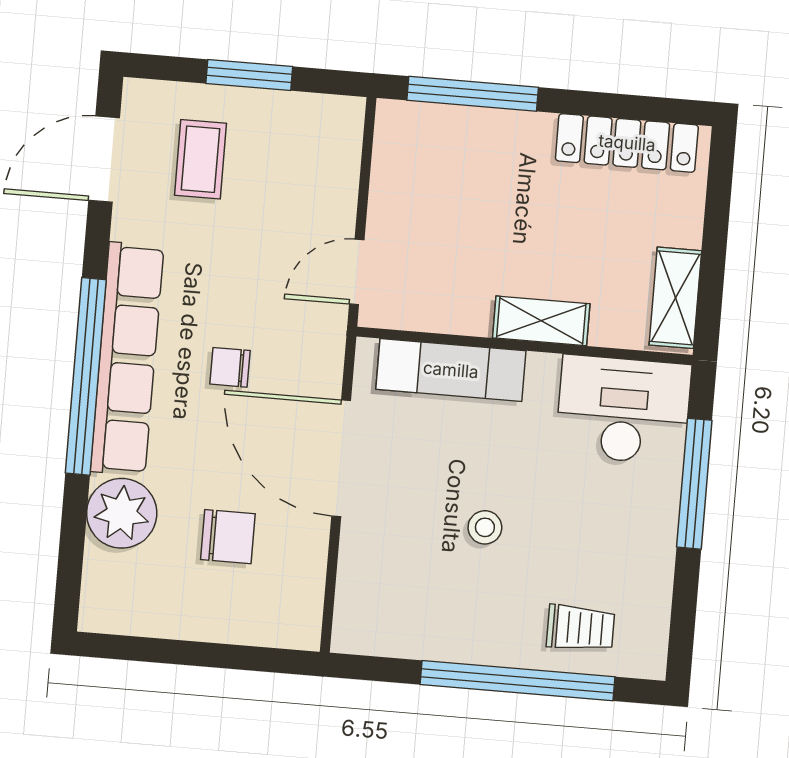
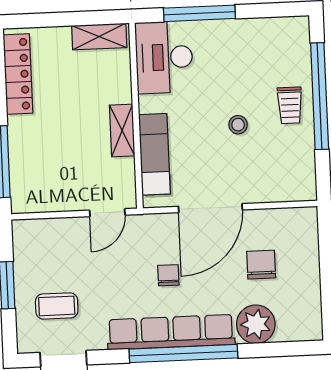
door: (357, 272) -> (107, 213), hinge flipped
shelving: (541, 321) -> (122, 130), moved
chair: (230, 367) -> (168, 275), turned 180
trolley: (581, 628) -> (290, 105), moved, turned 180

